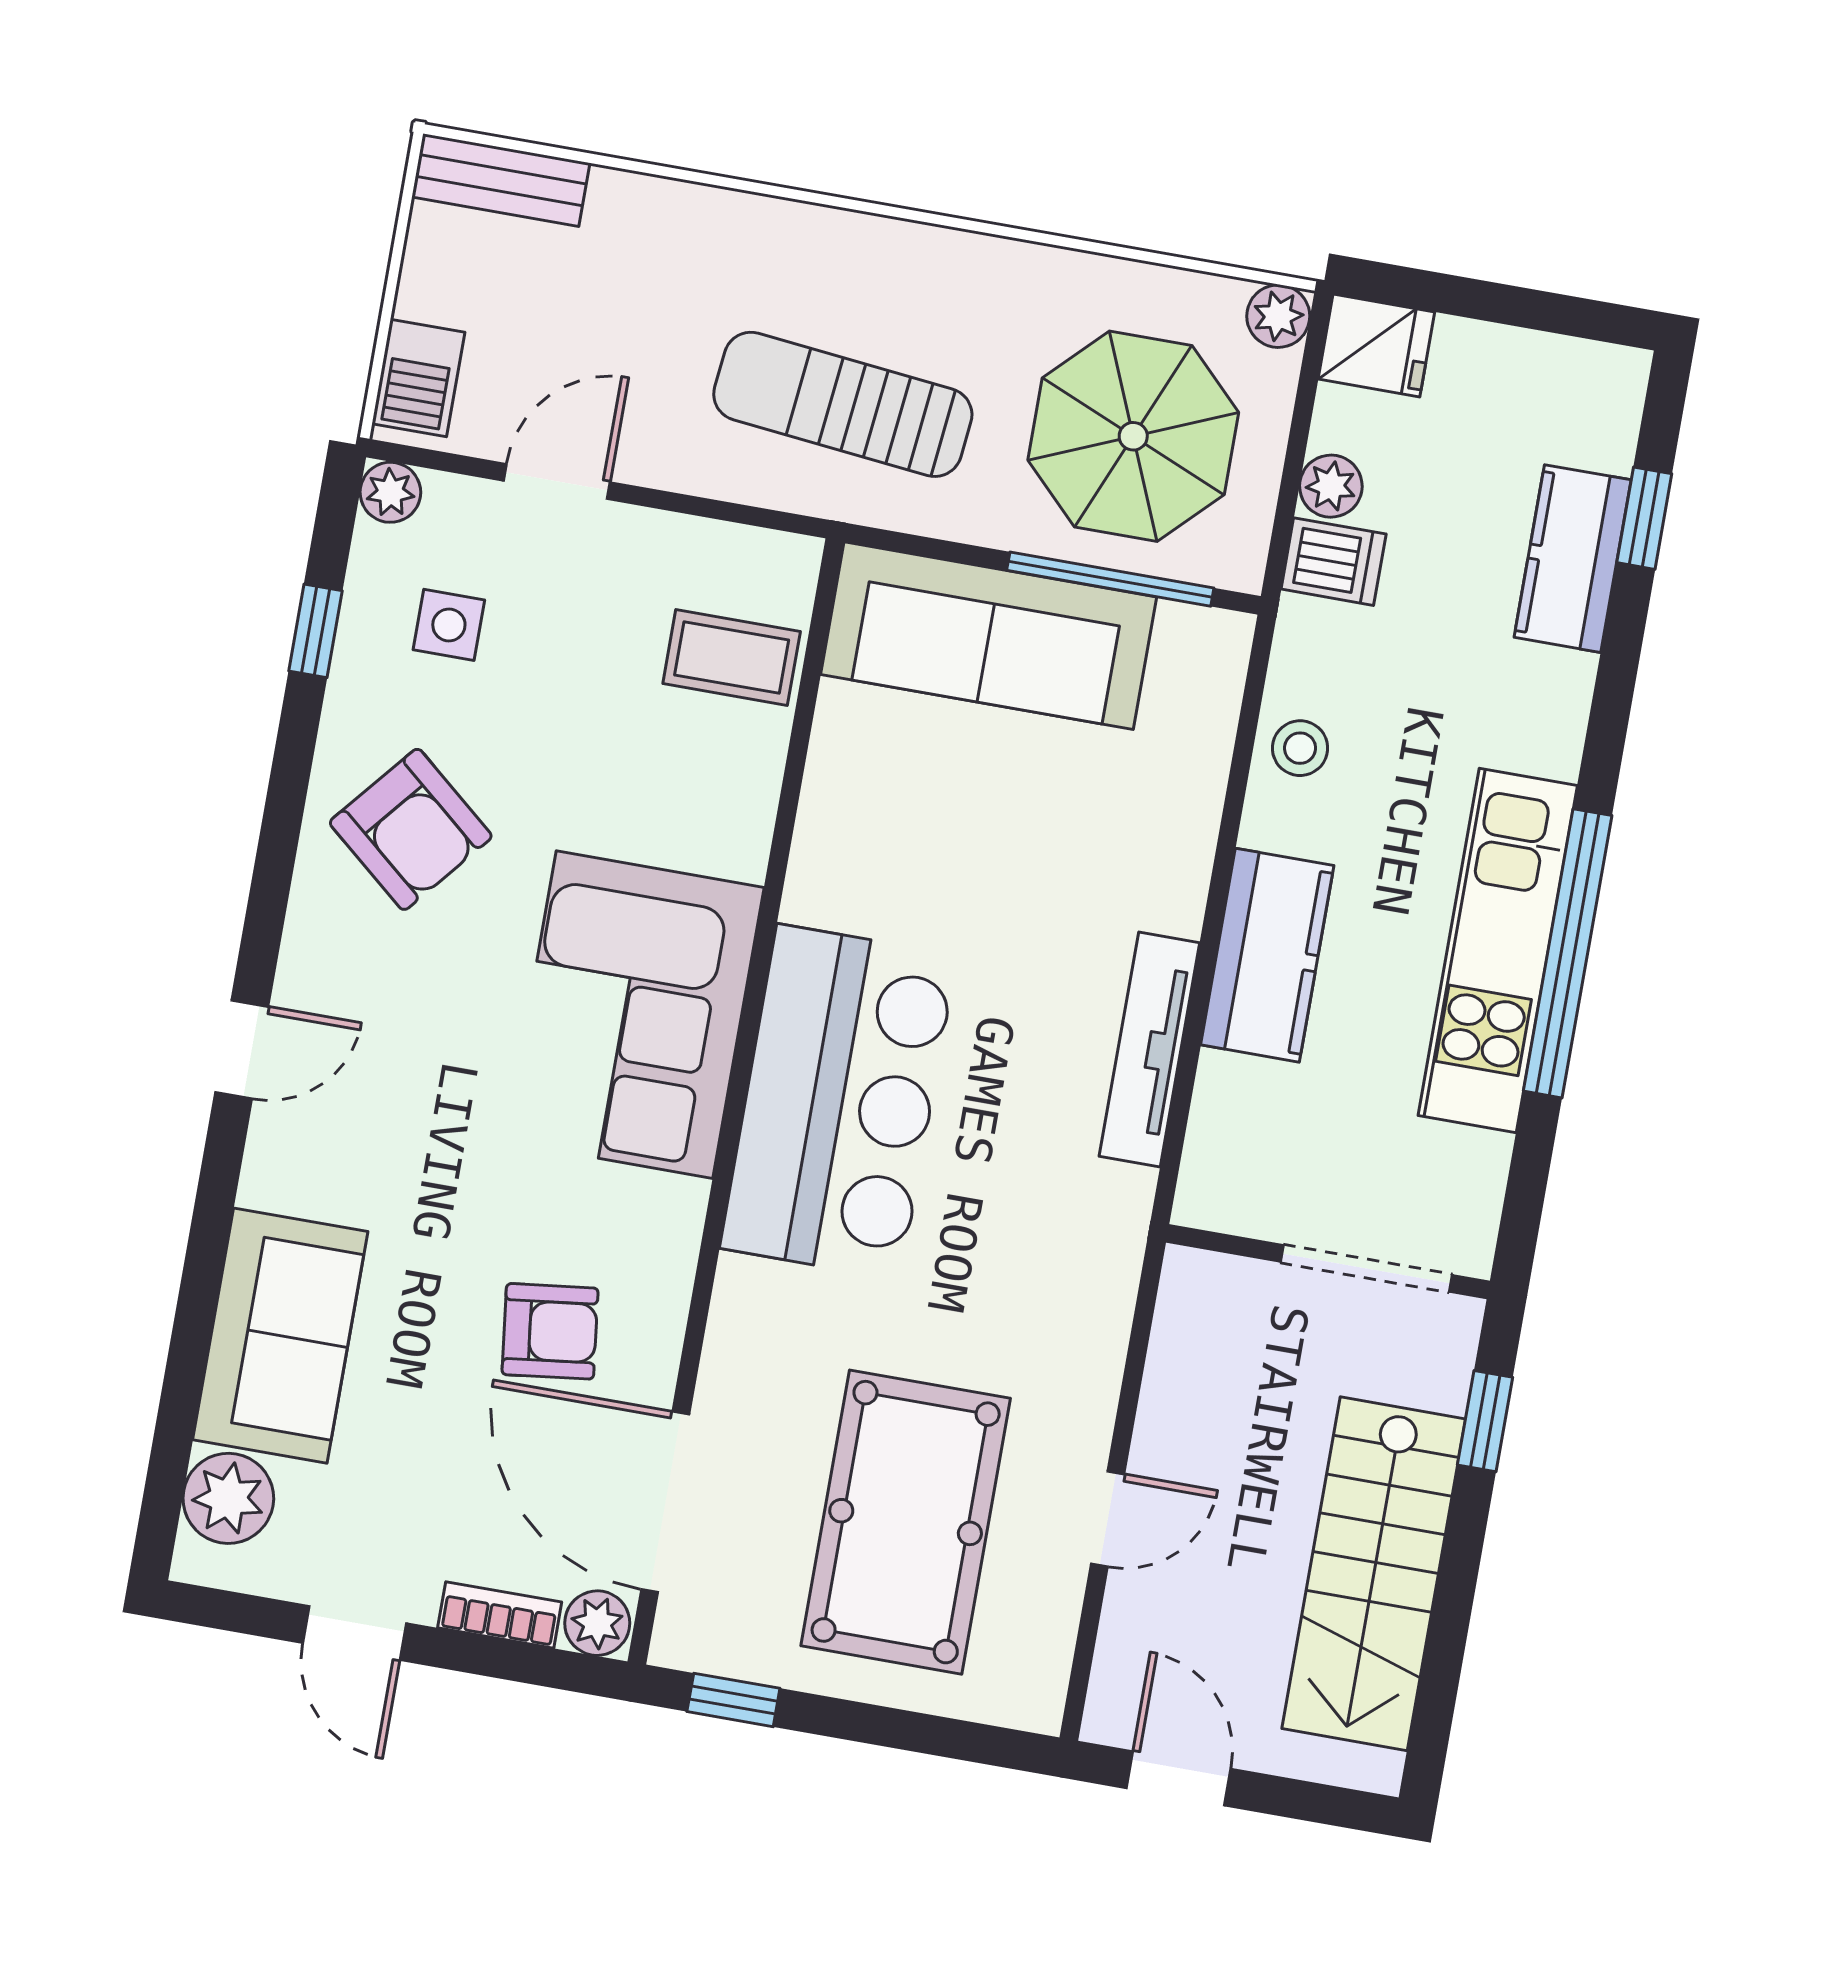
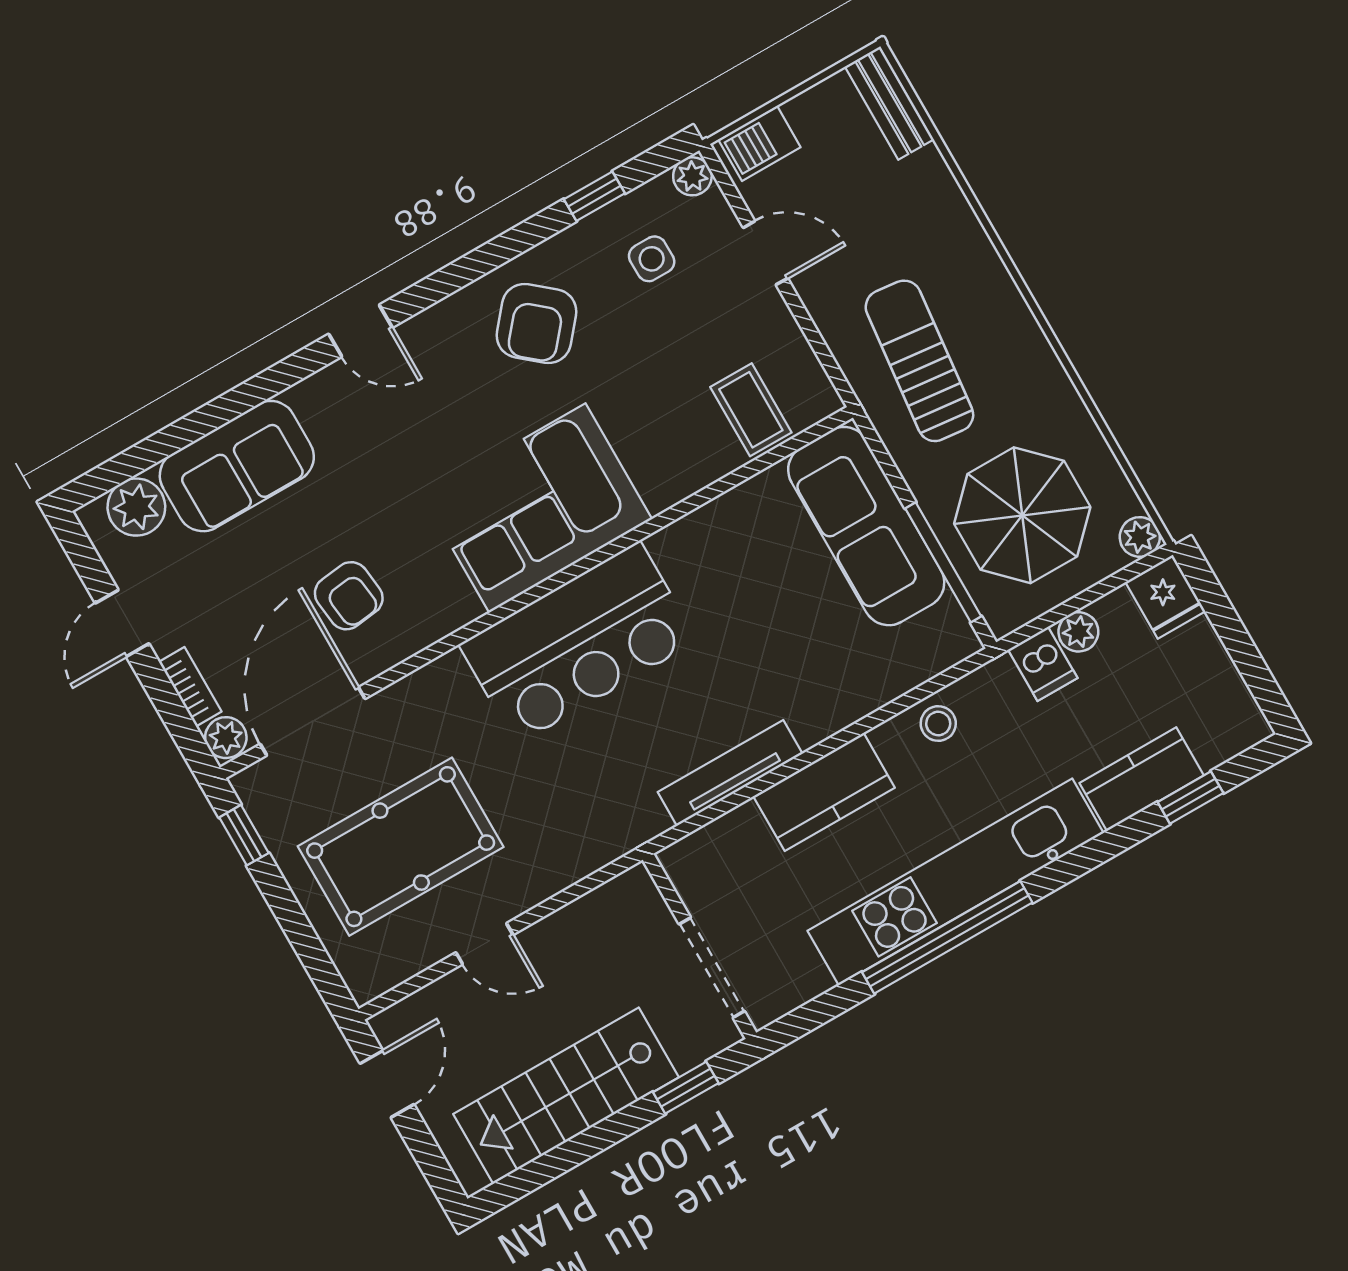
kitchen unit: (1498, 950) -> (955, 882), width x1.36

